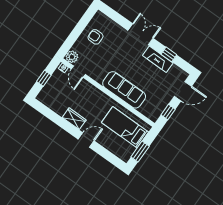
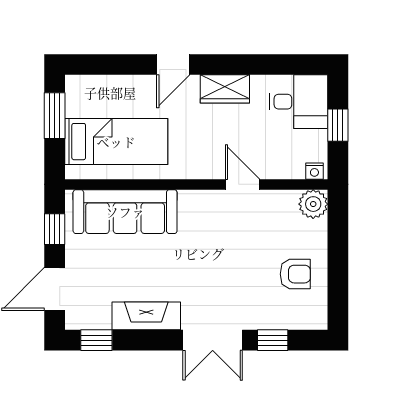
window: (120, 20) -> (273, 340), added
window: (169, 54) -> (96, 340), moved
door: (78, 72) -> (243, 184), moved
sofa: (124, 90) -> (125, 212), moved
desk: (52, 96) -> (299, 102), added

